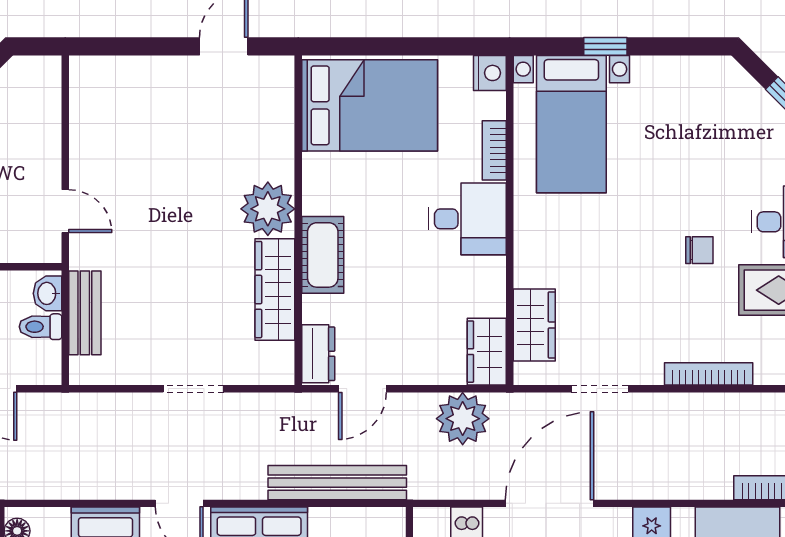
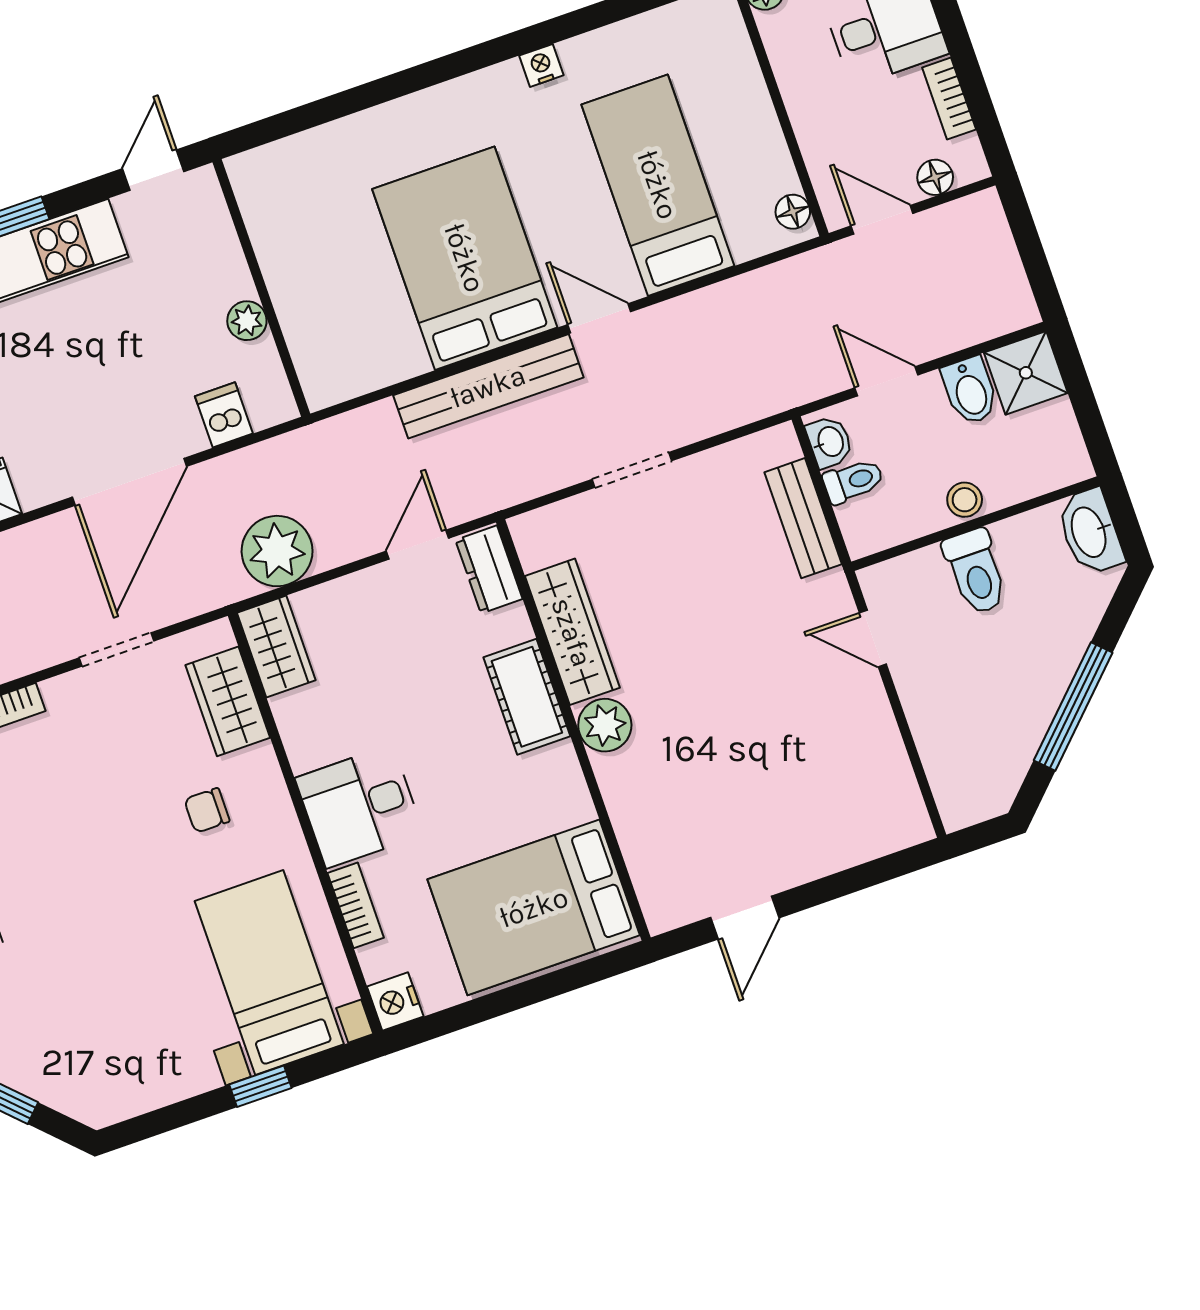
plant: (268, 209) -> (605, 725), width x0.73, depth x0.73
chair: (699, 250) -> (207, 810), moved
washbasin: (48, 293) -> (830, 442), moved
bench: (337, 483) -> (488, 386), moved

